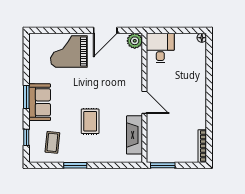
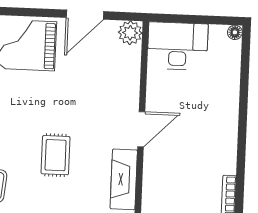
desk: (160, 48) -> (178, 46), width x1.37
door: (144, 102) -> (141, 129), hinge flipped

